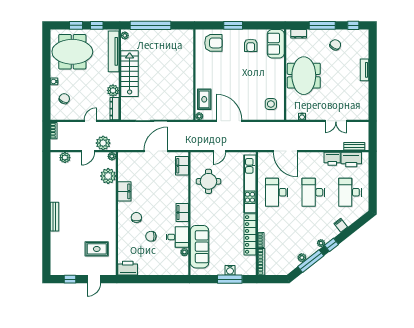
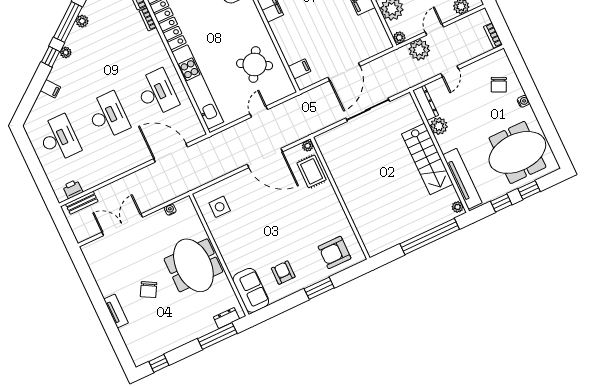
window: (322, 25) -> (217, 336), moved
chair: (335, 45) -> (149, 290), moved
double door: (336, 121) -> (122, 225), width x1.37
printer: (332, 159) -> (103, 172), removed
printer: (351, 160) -> (73, 189), width x0.53, depth x0.68
filing cabinet: (182, 166) -> (300, 69), width x0.50
round table: (208, 181) -> (255, 65), turned 30

